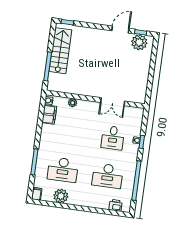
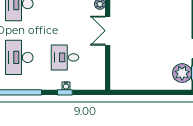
double door: (113, 102) -> (108, 31), moved

